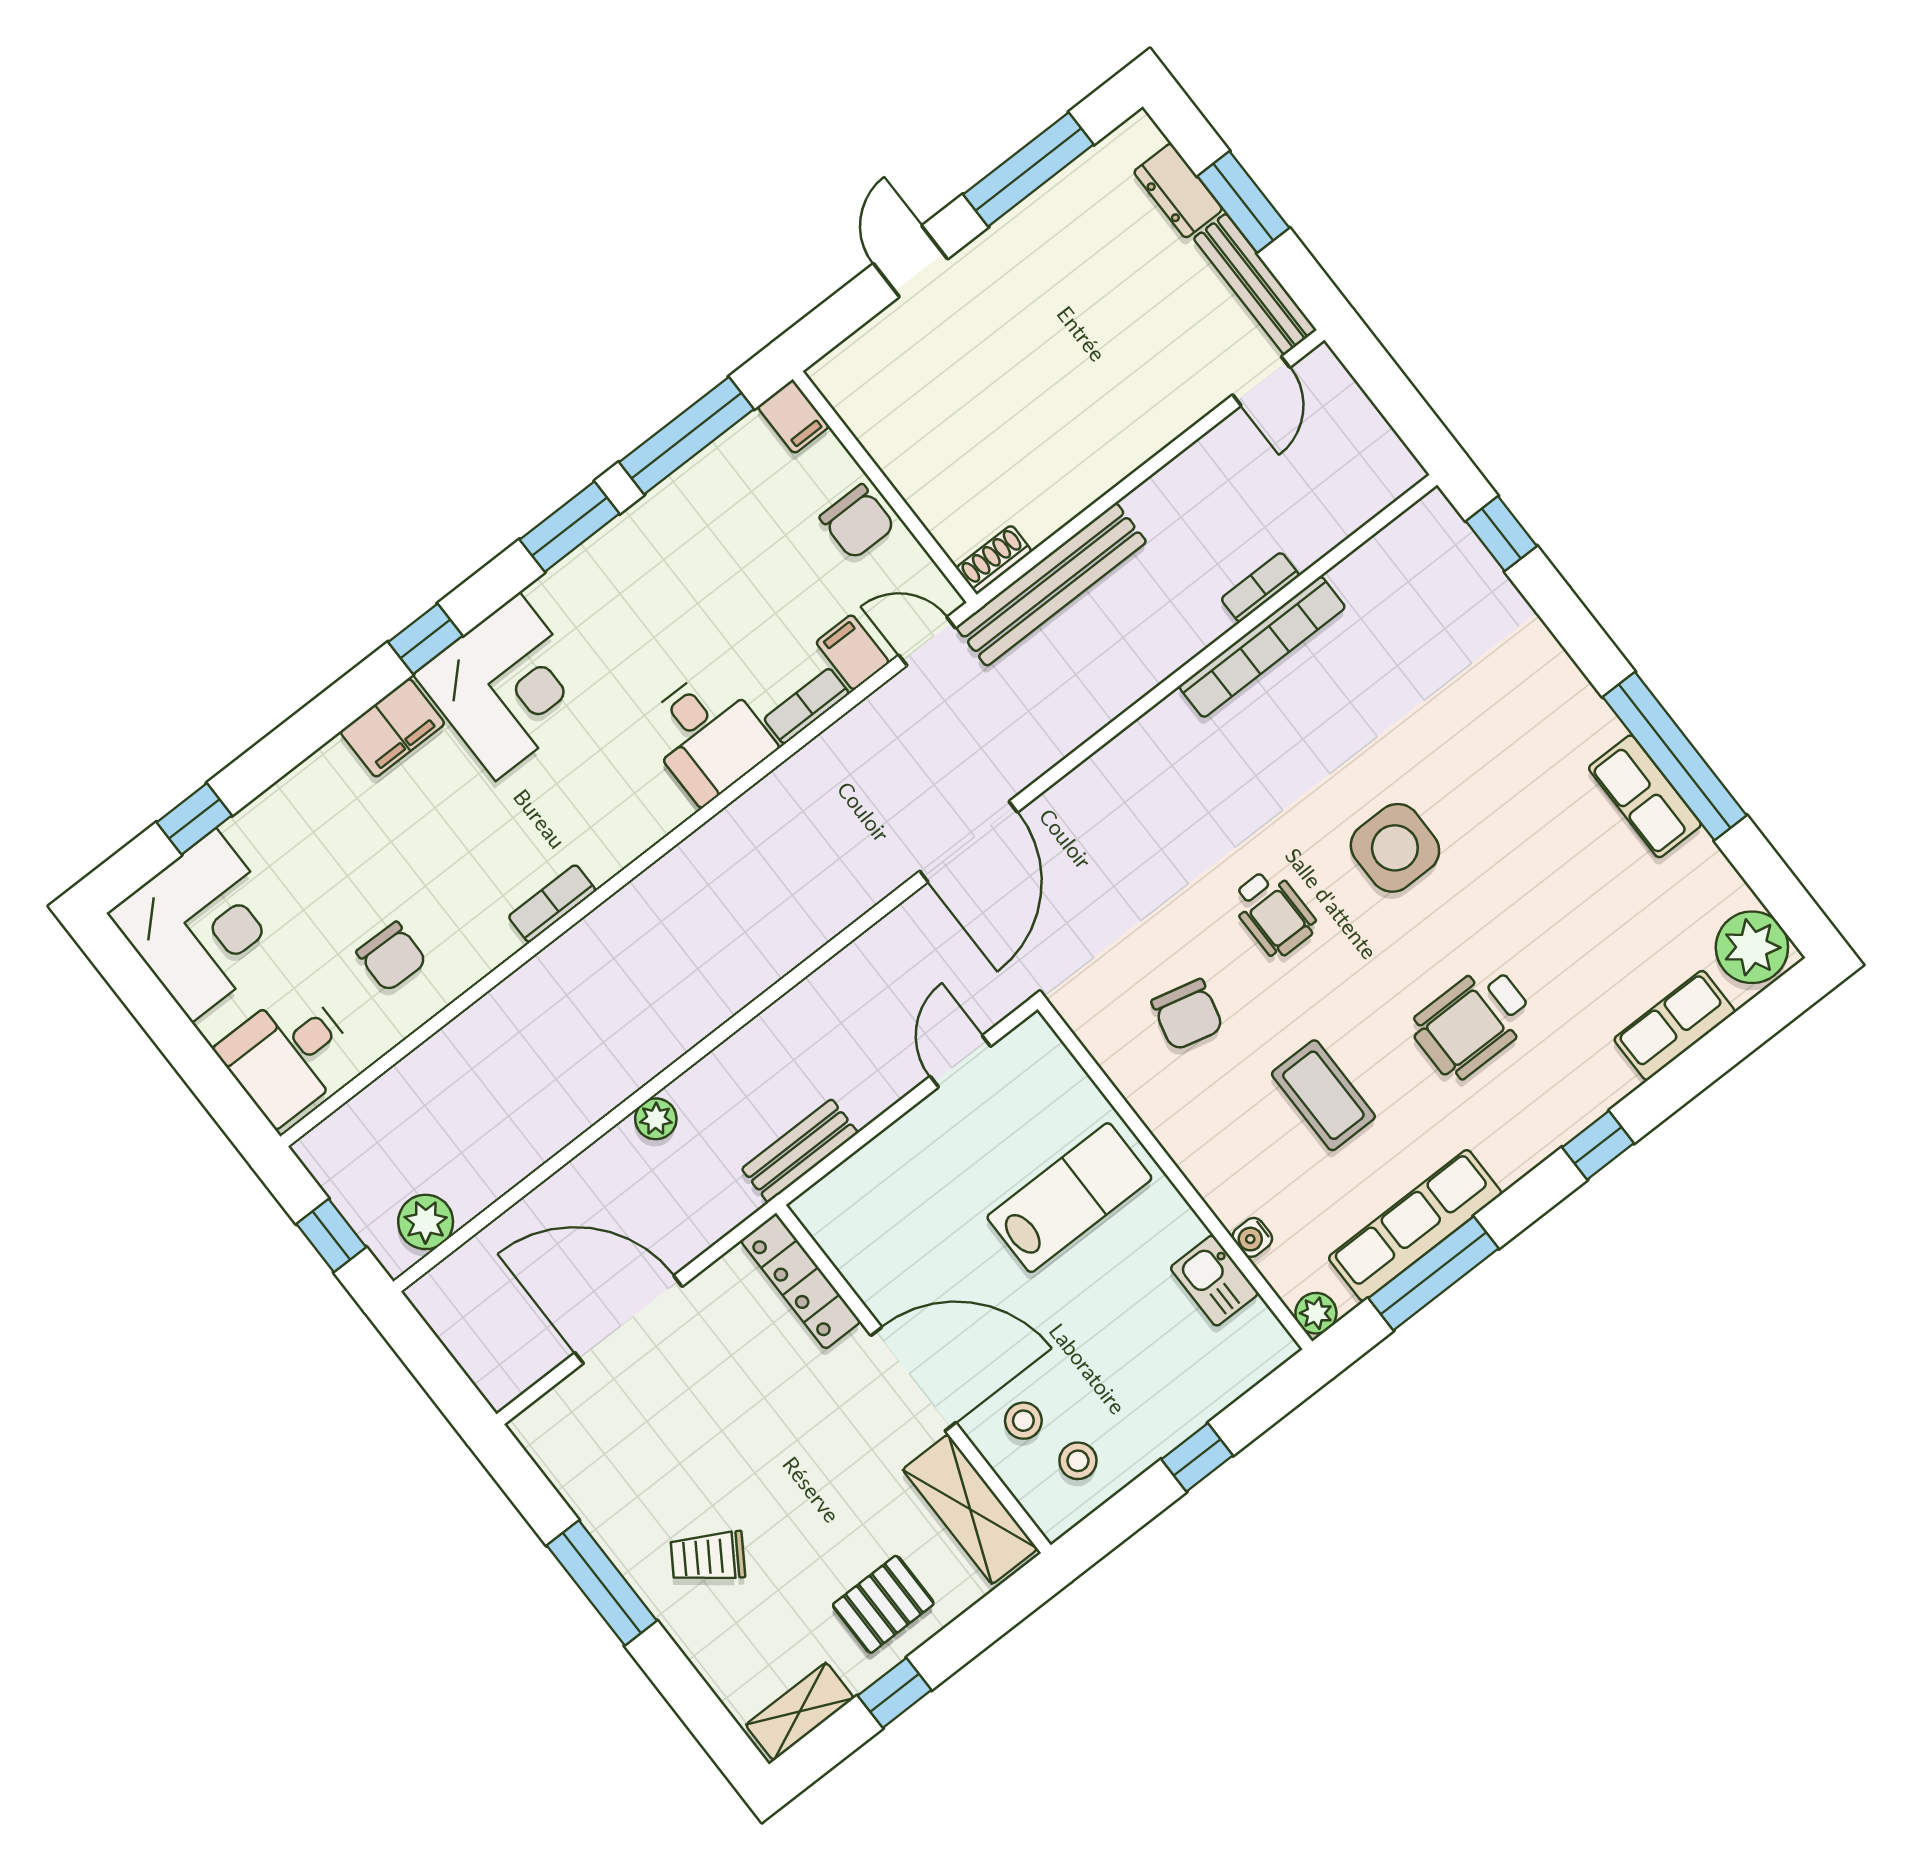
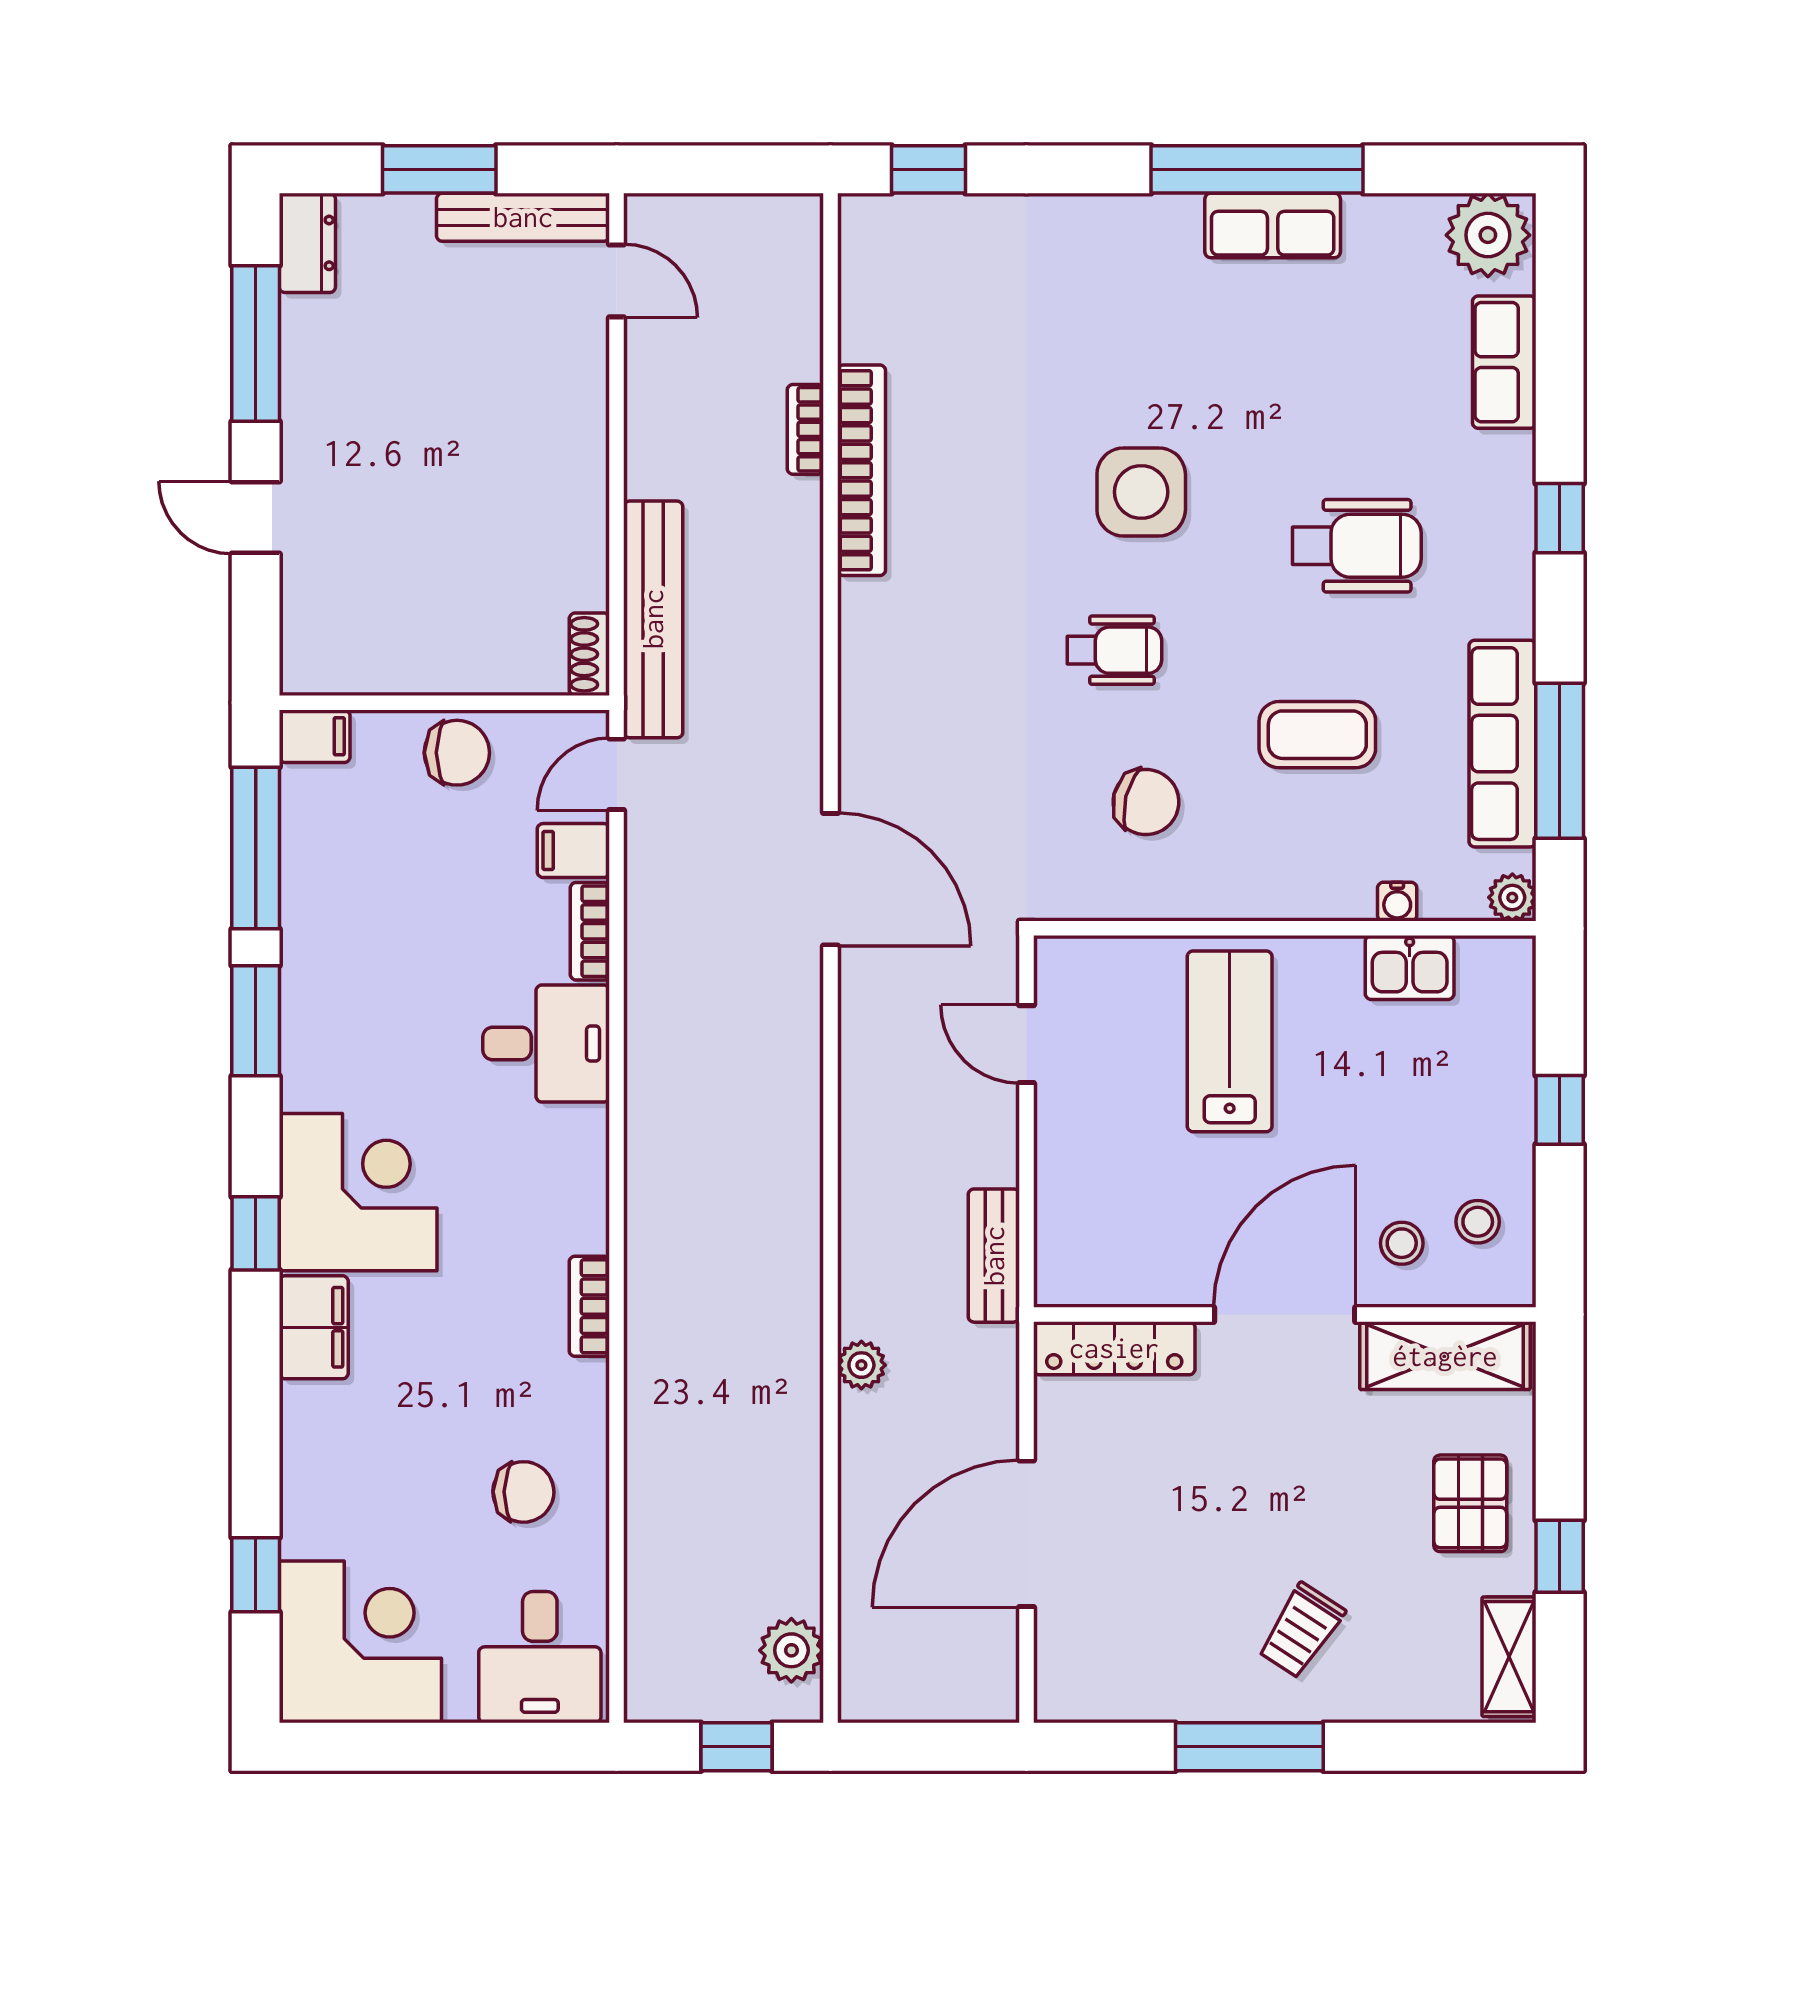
dresser: (1178, 191) -> (307, 243), moved, turned -90
wheelchair: (1472, 1022) -> (1357, 546), turned -90

